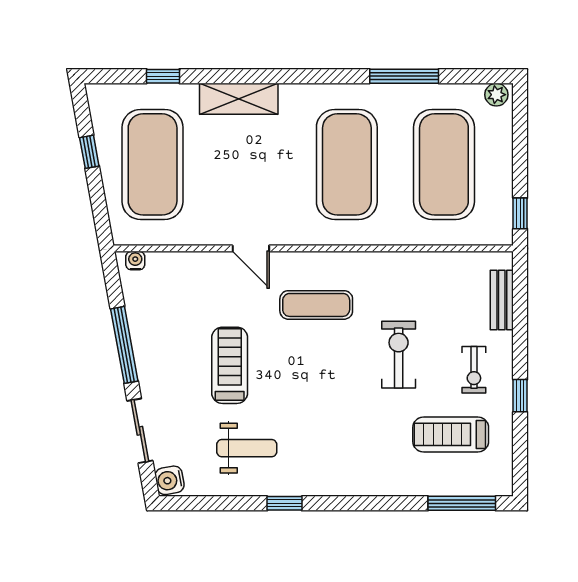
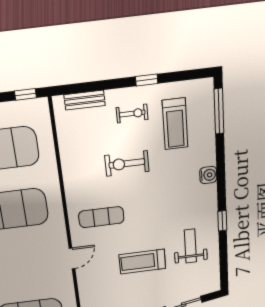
exercise mat: (316, 305) -> (101, 217), turned 90
water cooler: (170, 480) -> (208, 175), moved, turned -80

